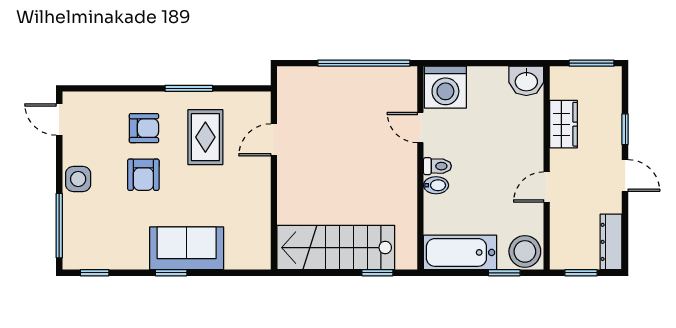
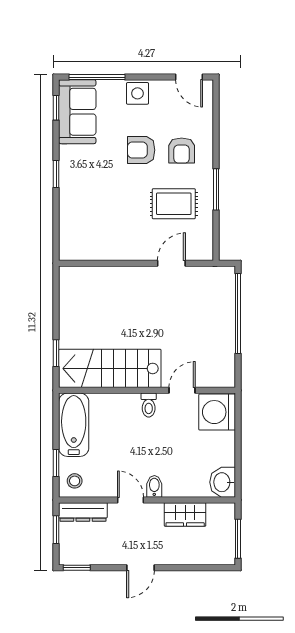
window: (364, 63) -> (238, 314), moved
door: (59, 120) -> (189, 77), swing flipped
window: (625, 129) -> (77, 568), moved
door: (274, 140) -> (171, 263), hinge flipped
bidet: (436, 185) -> (154, 486), moved, turned 180
dresser: (611, 242) -> (83, 512), moved, turned 180
sofa: (187, 248) -> (77, 112), moved
stairs: (336, 248) -> (110, 368), moved, turned -90
stool: (525, 251) -> (75, 481), width x0.53, depth x0.53

